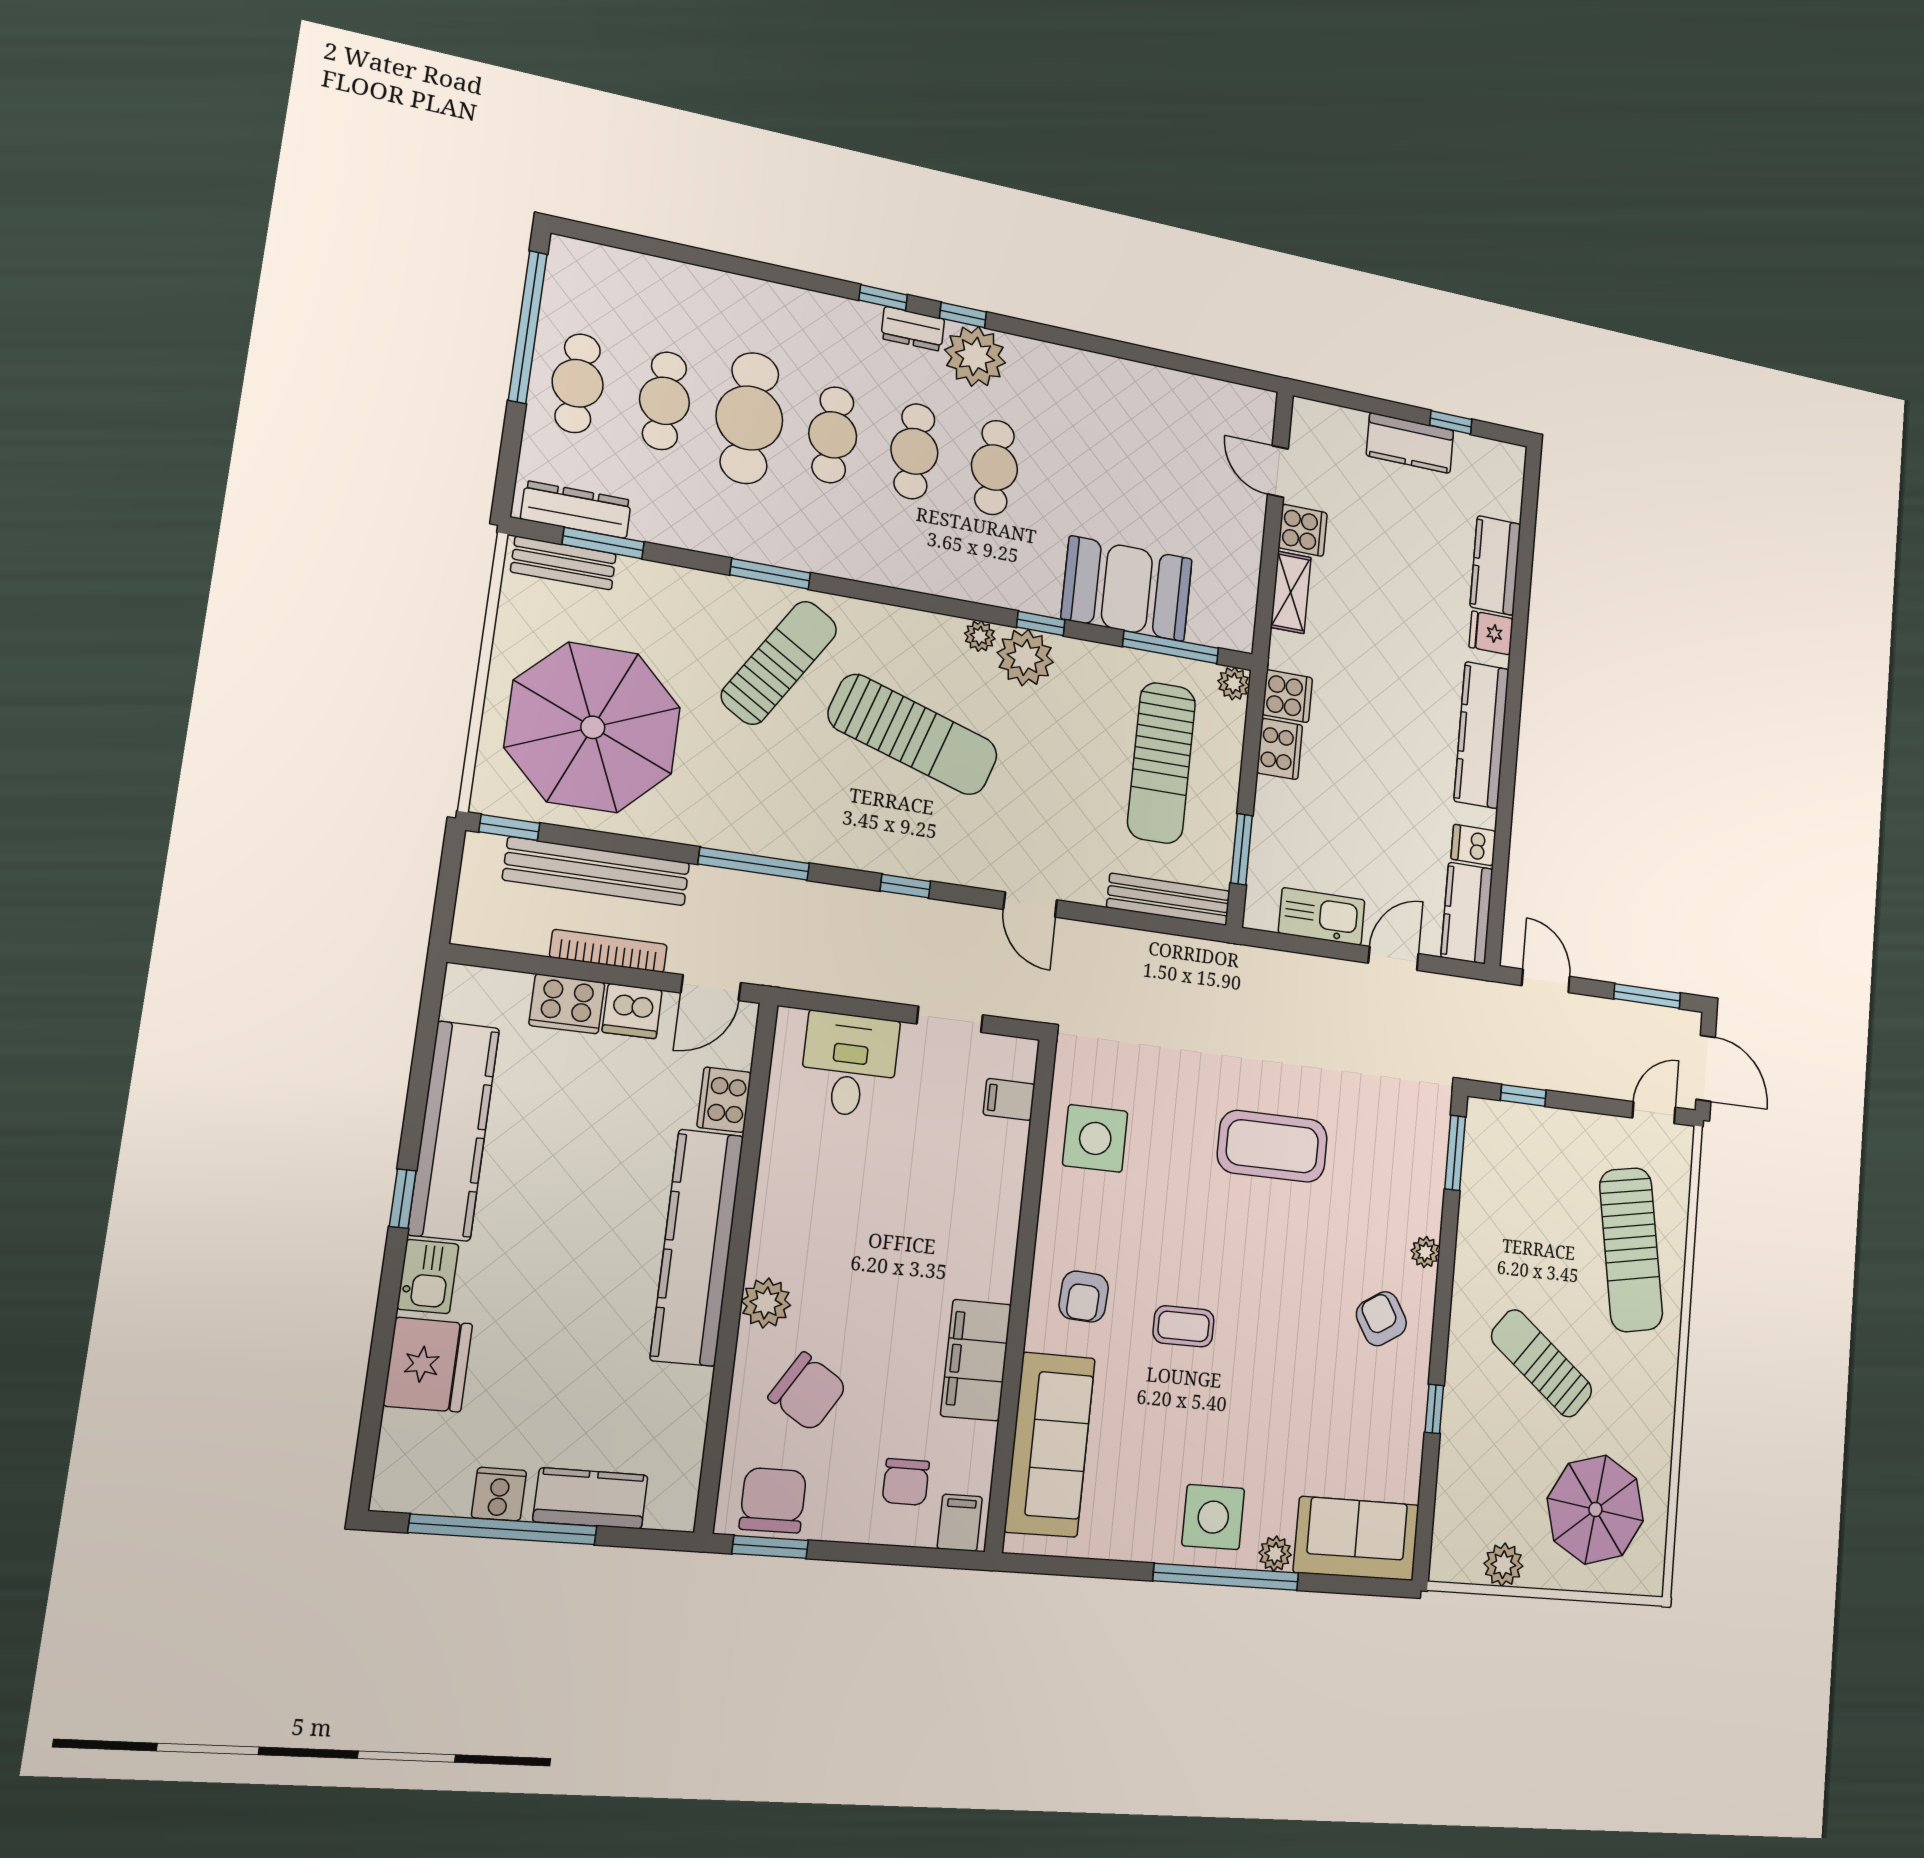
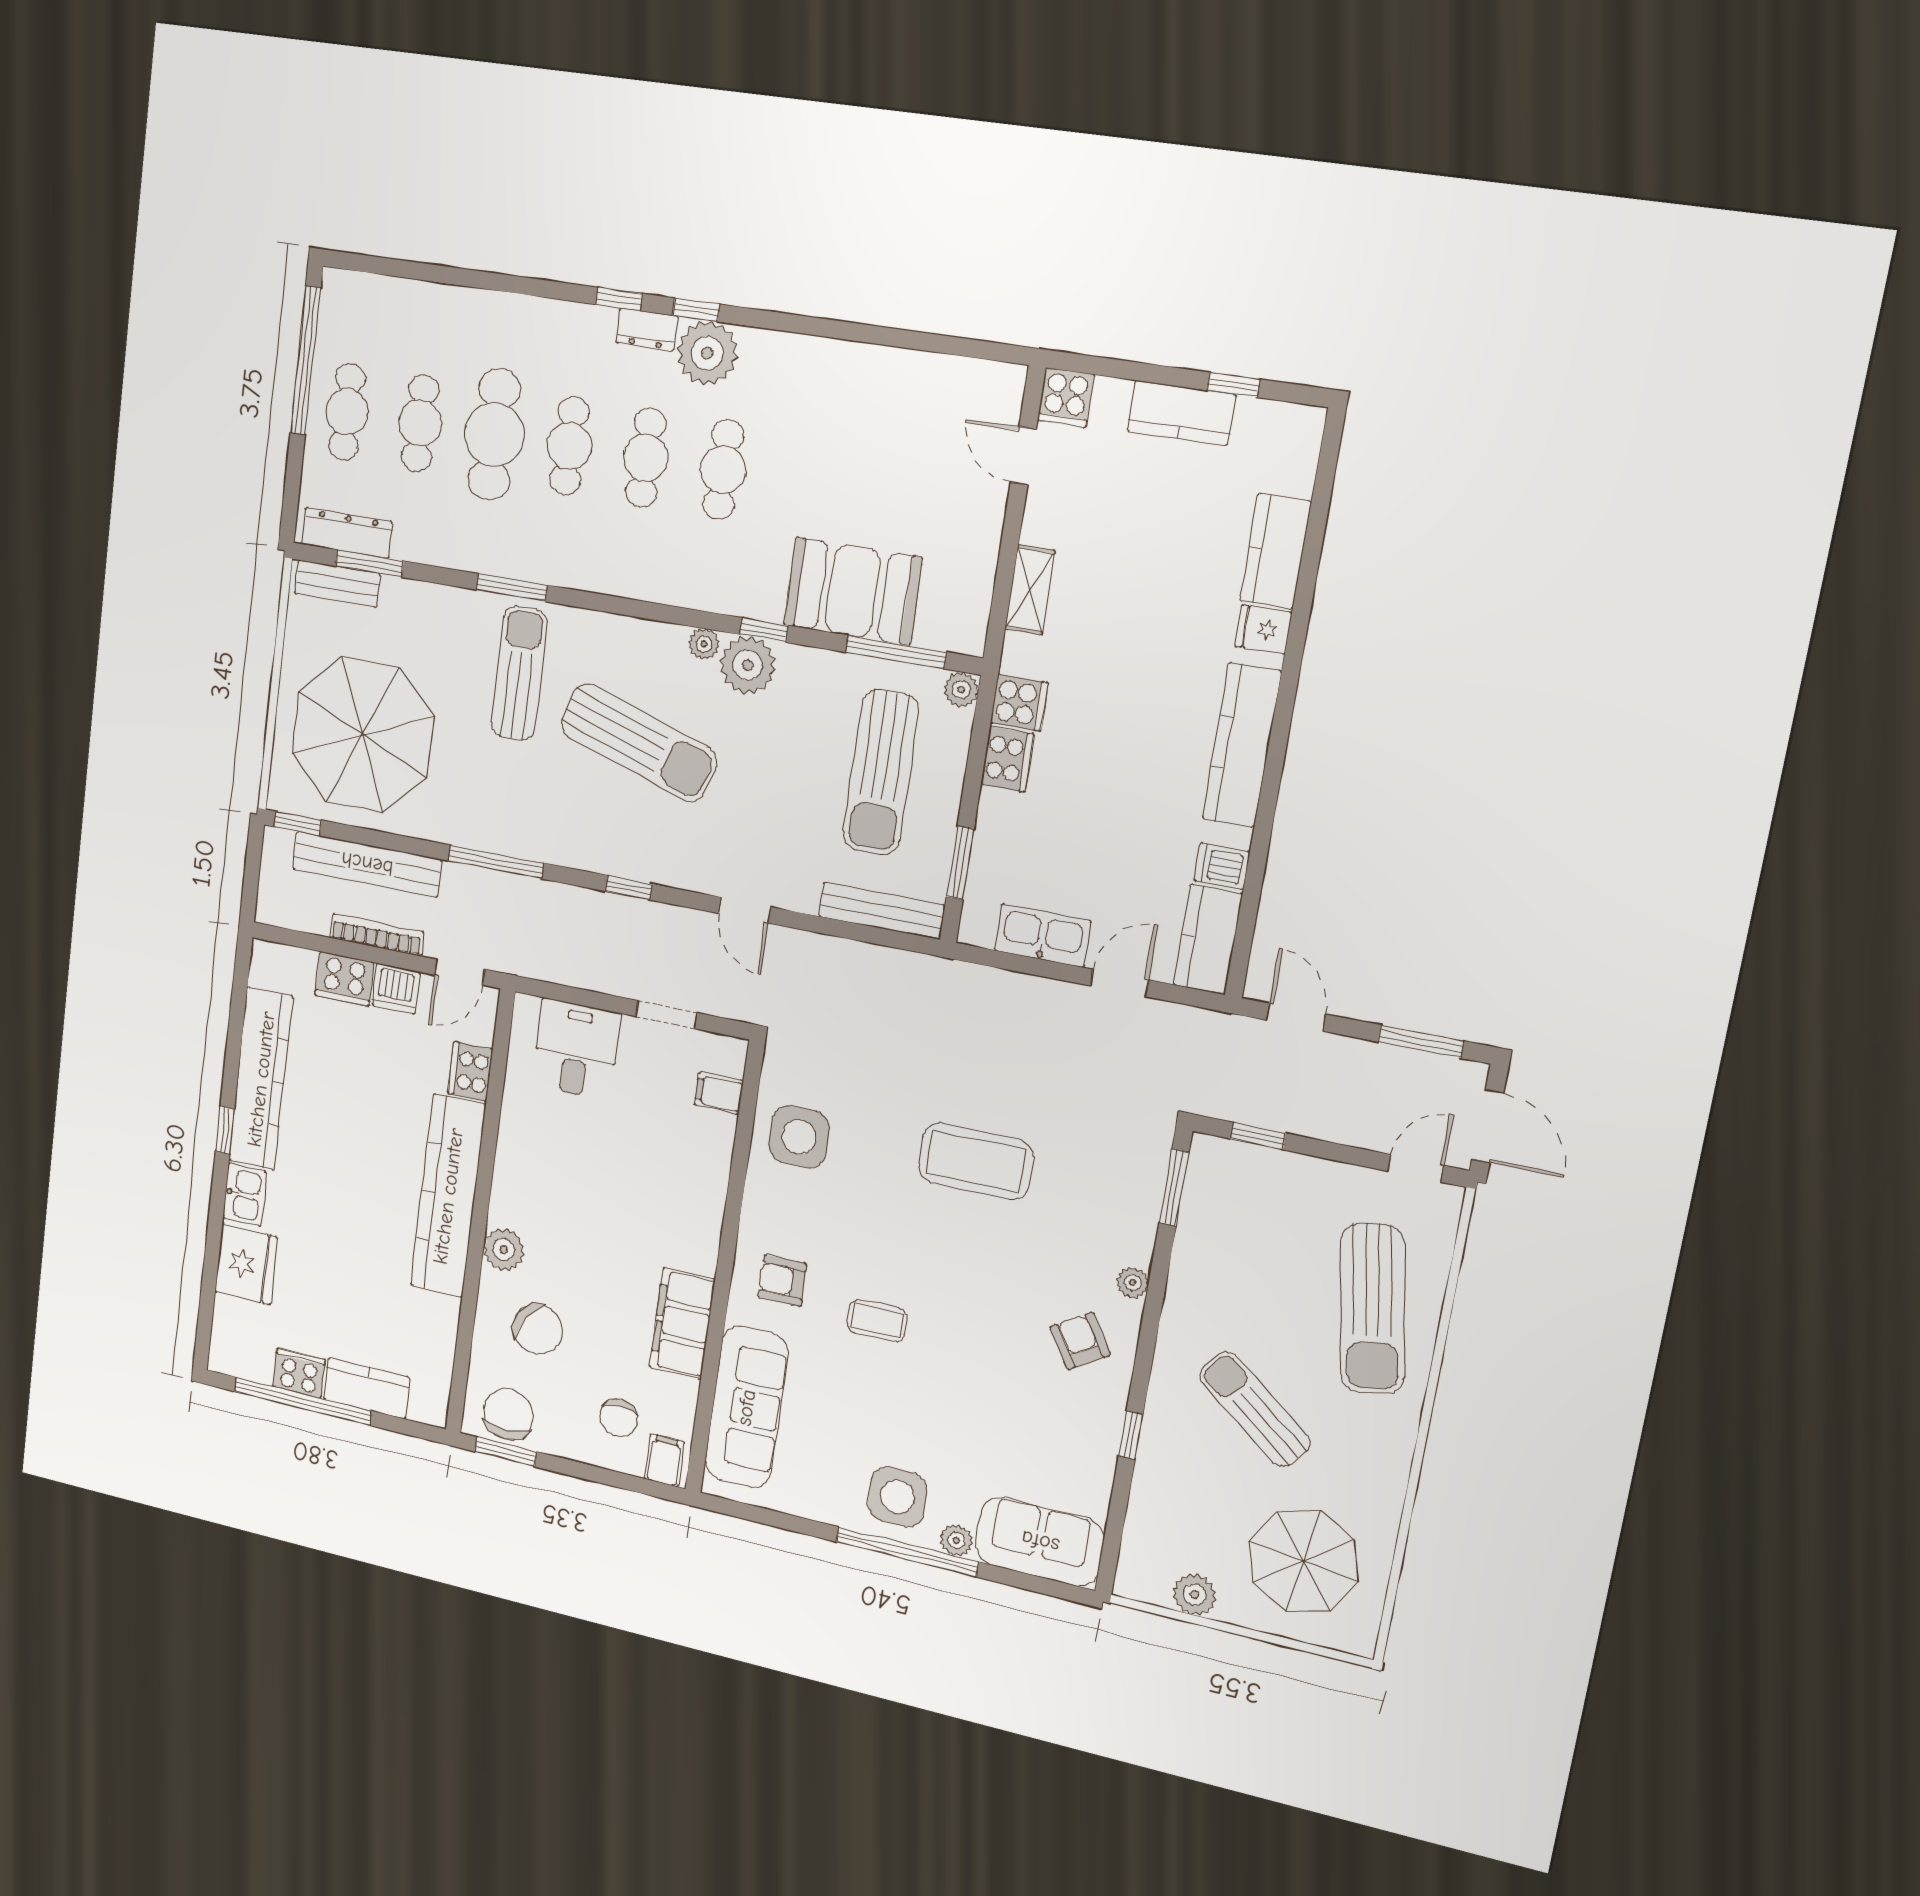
cooker: (1303, 530) -> (1066, 398), moved, turned 90
sun lounger: (779, 663) -> (519, 673), turned -32
armchair: (1084, 1297) -> (782, 1281), turned 87
cooker: (499, 1494) -> (299, 1373), width x1.36

